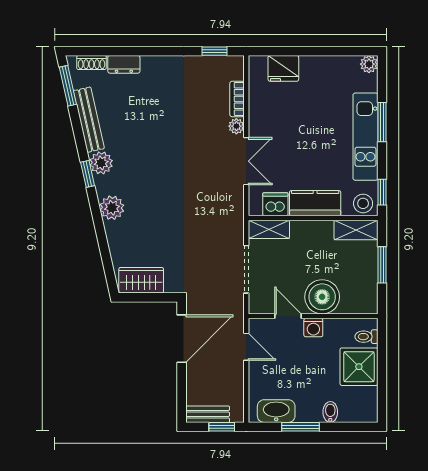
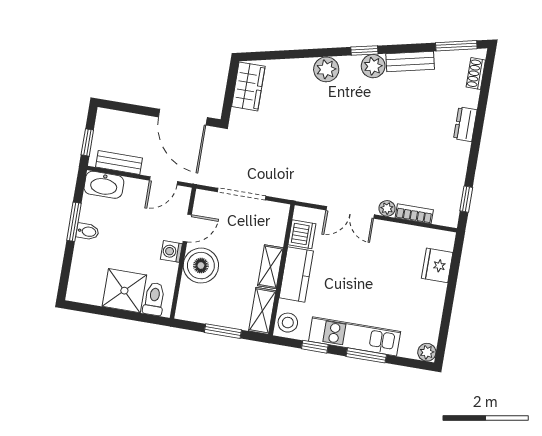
dresser: (124, 64) -> (465, 124), moved
bench: (89, 120) -> (410, 62), width x0.73
window: (382, 192) -> (315, 347), moved
shelving: (269, 229) -> (270, 267), moved
toilet: (366, 337) -> (154, 299), width x1.37, depth x1.39
washbasin: (276, 411) -> (104, 185), moved, turned 90
bidet: (330, 412) -> (88, 231), moved
bench: (208, 414) -> (119, 163), moved, turned 90

